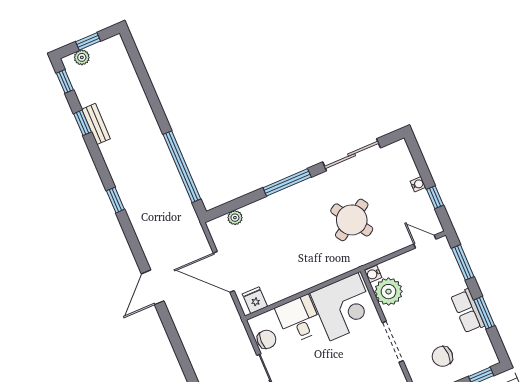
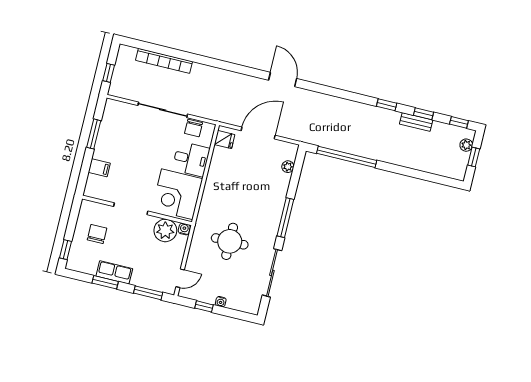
window: (115, 200) -> (387, 105), moved
round table: (352, 220) -> (230, 241), turned 33

